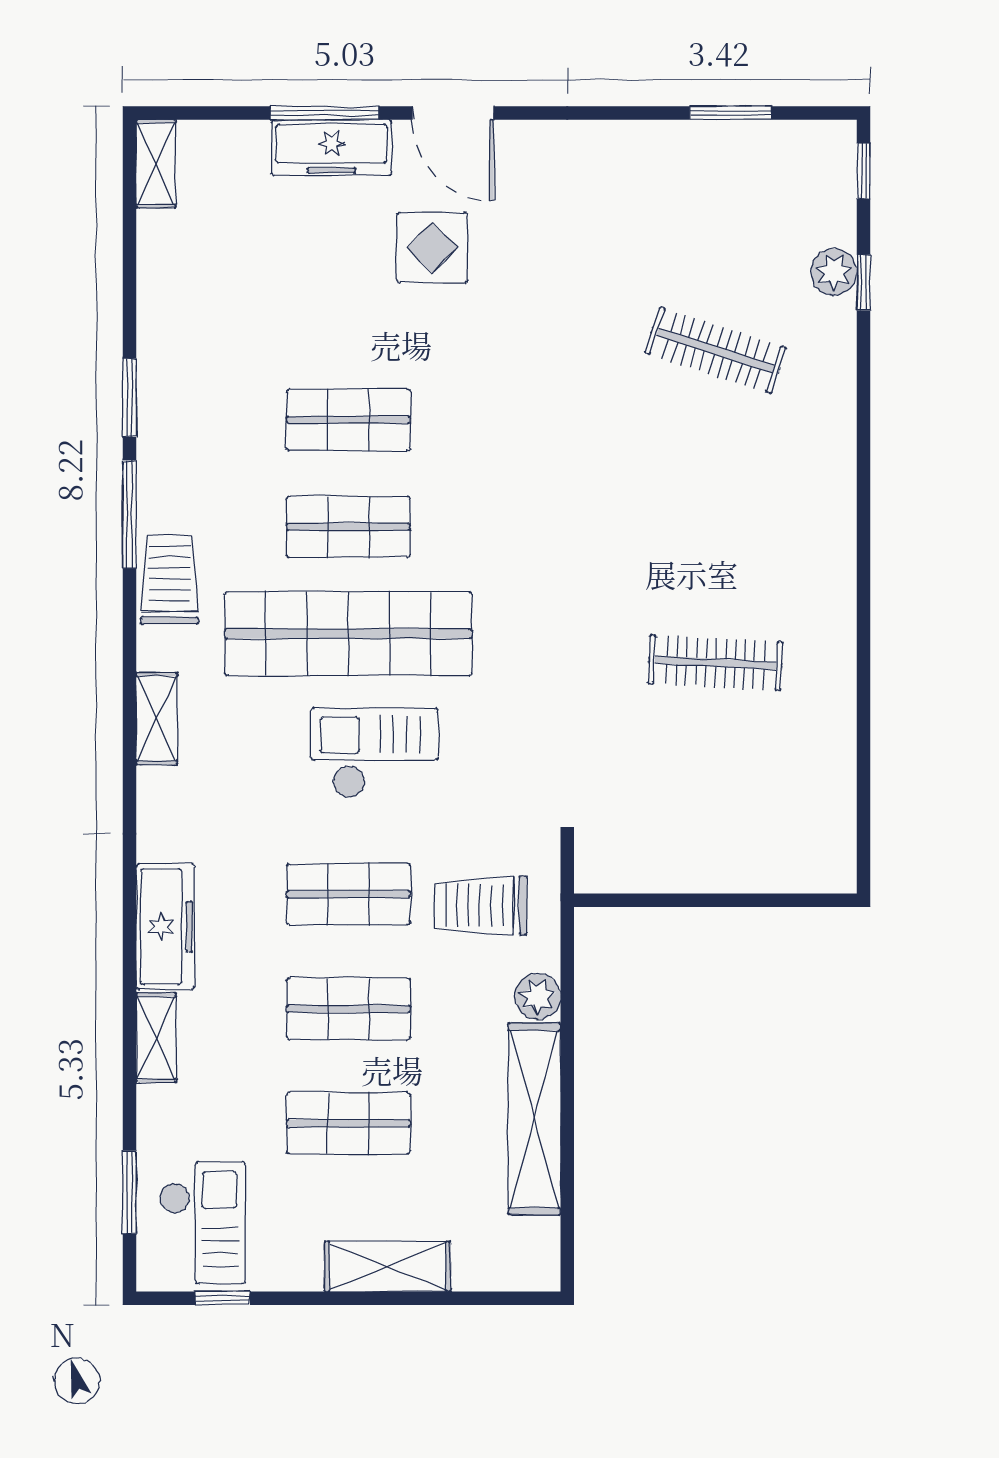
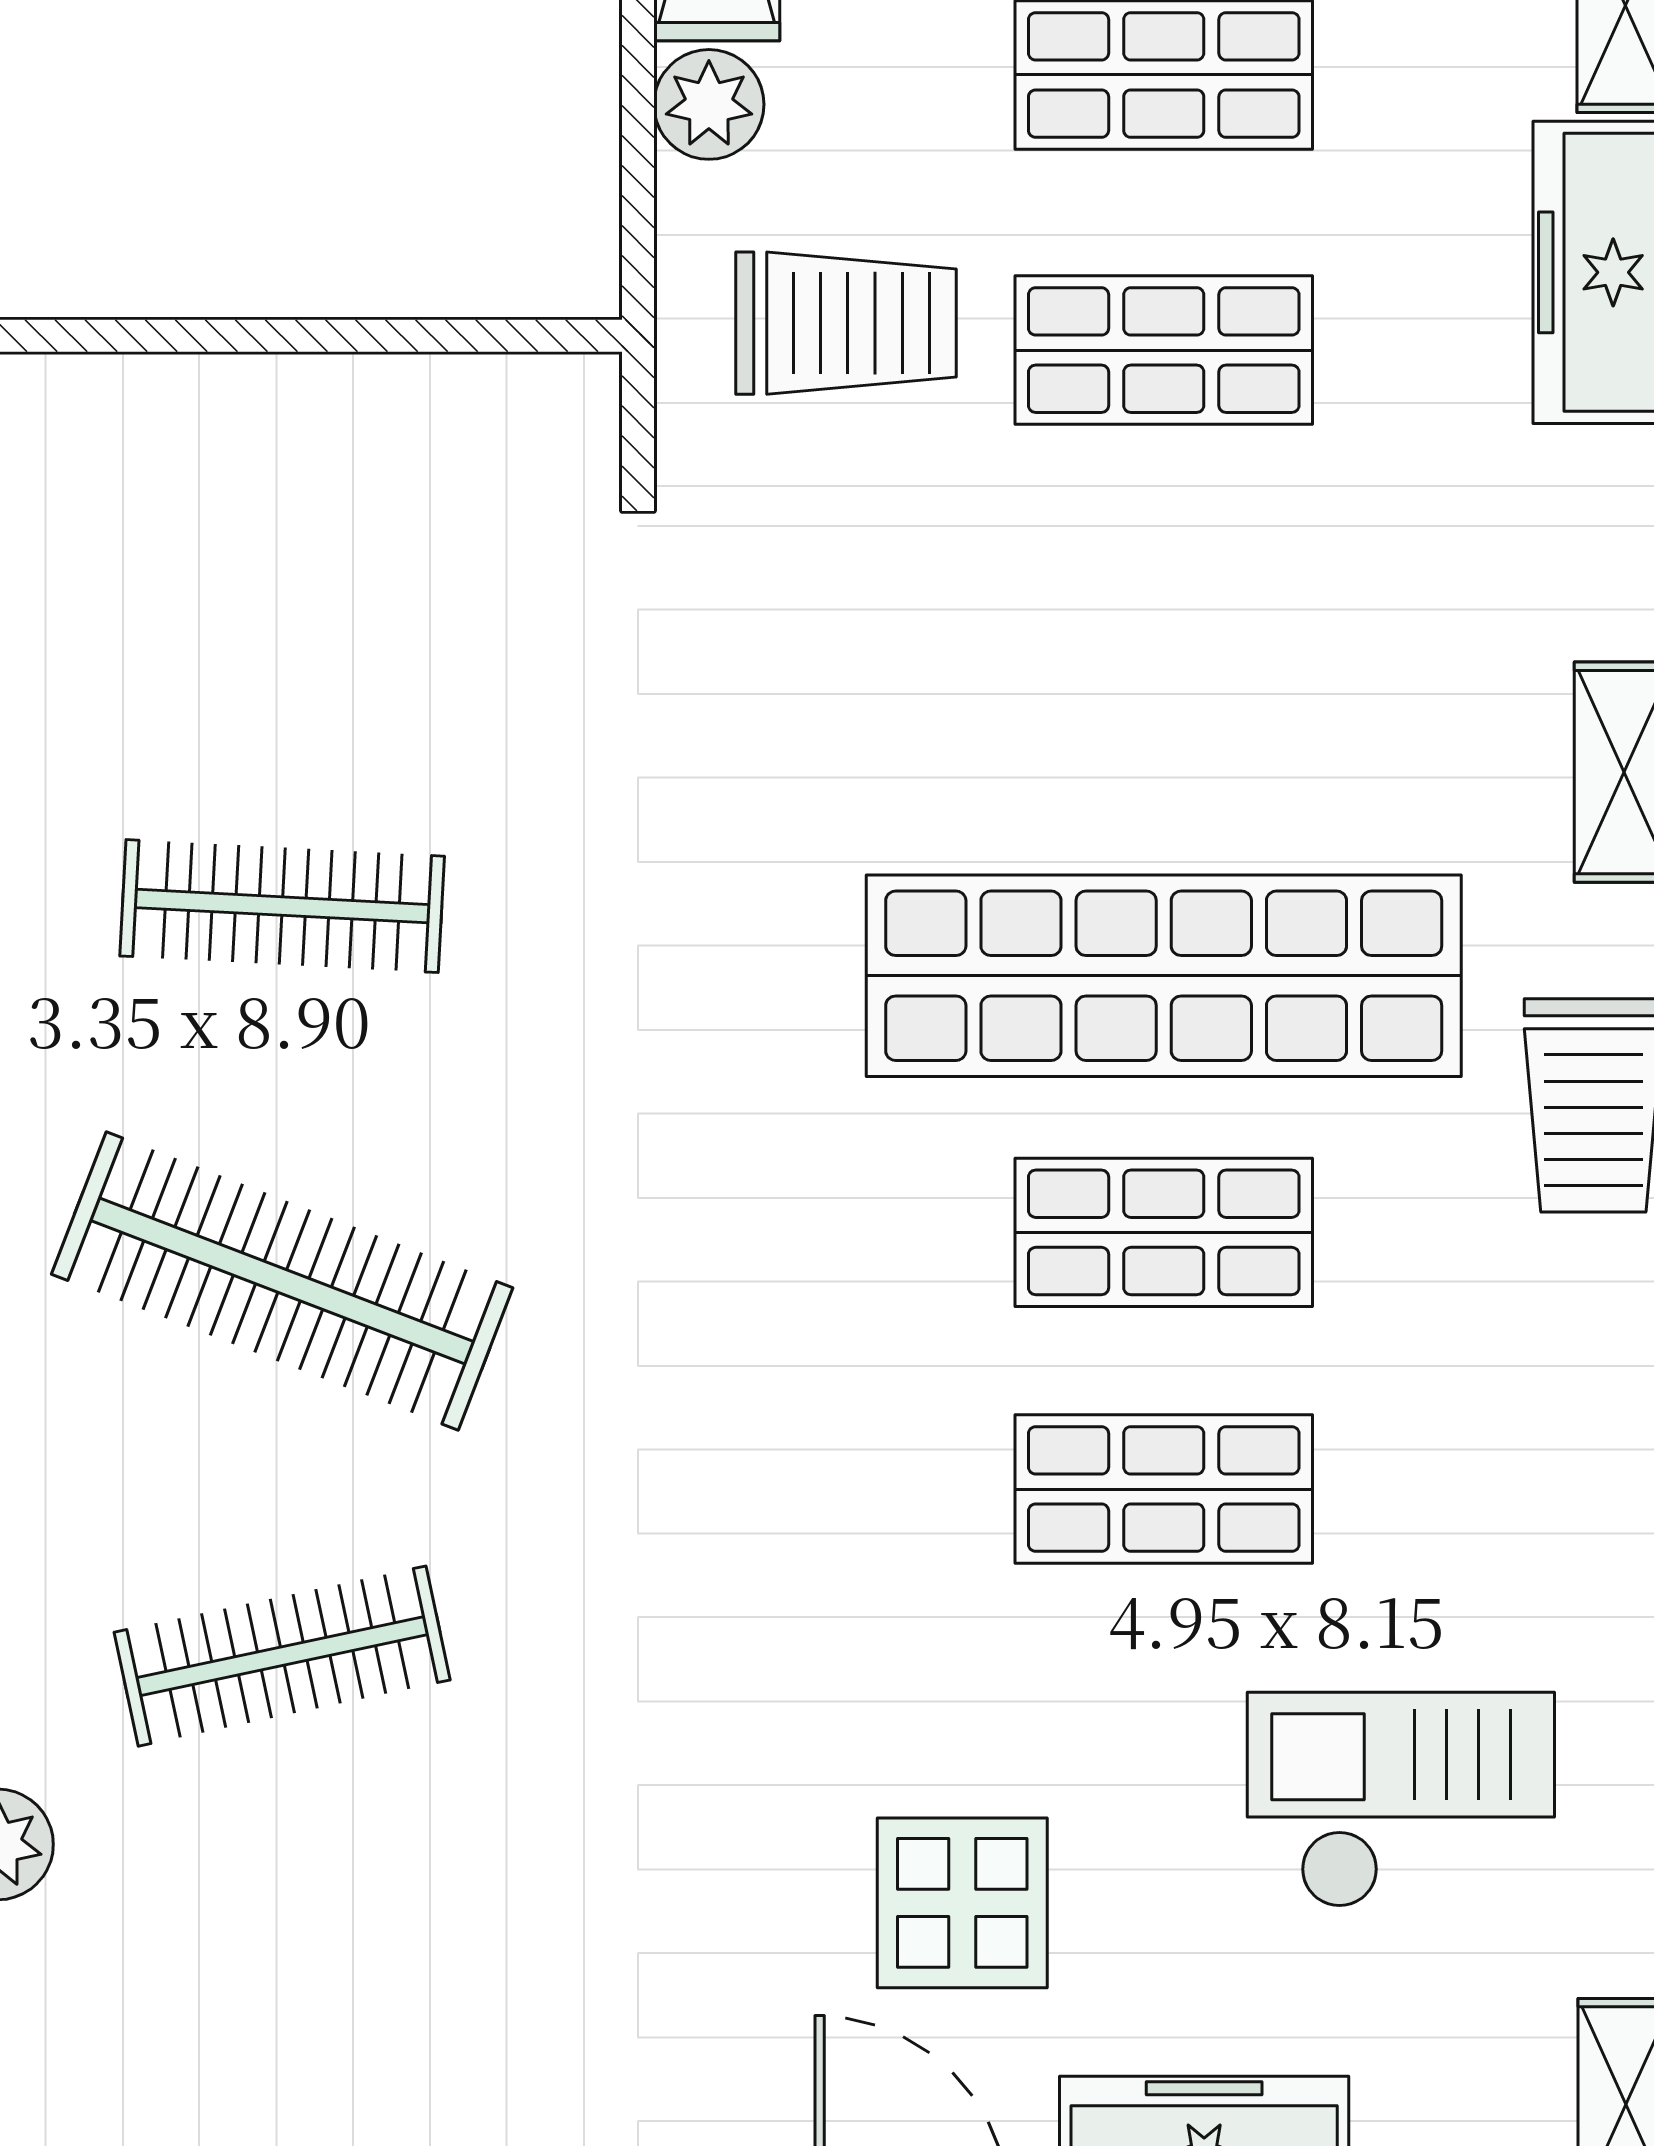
clothes rail: (715, 350) -> (282, 1656), turned -30
clothes rail: (715, 507) -> (282, 1281), added
checkout: (374, 753) -> (1401, 1800), moved, turned 180

